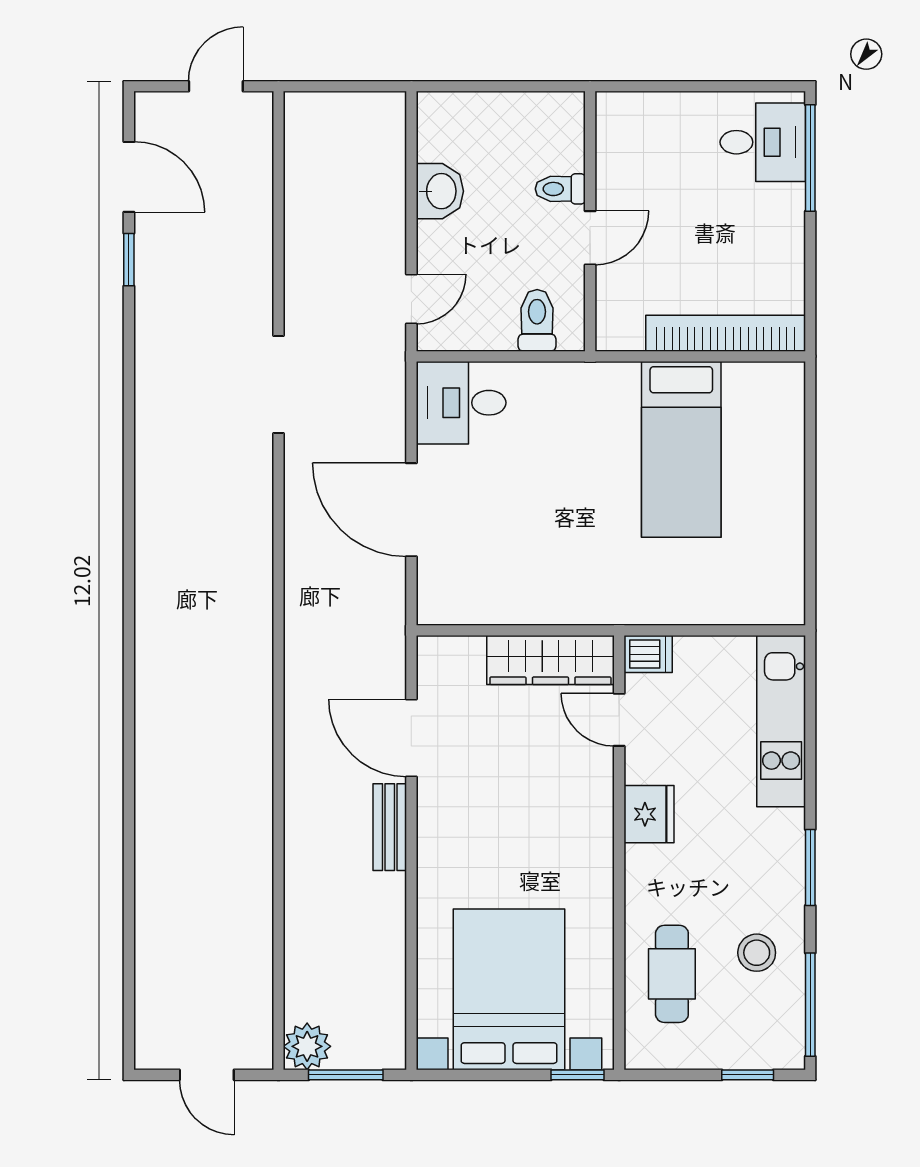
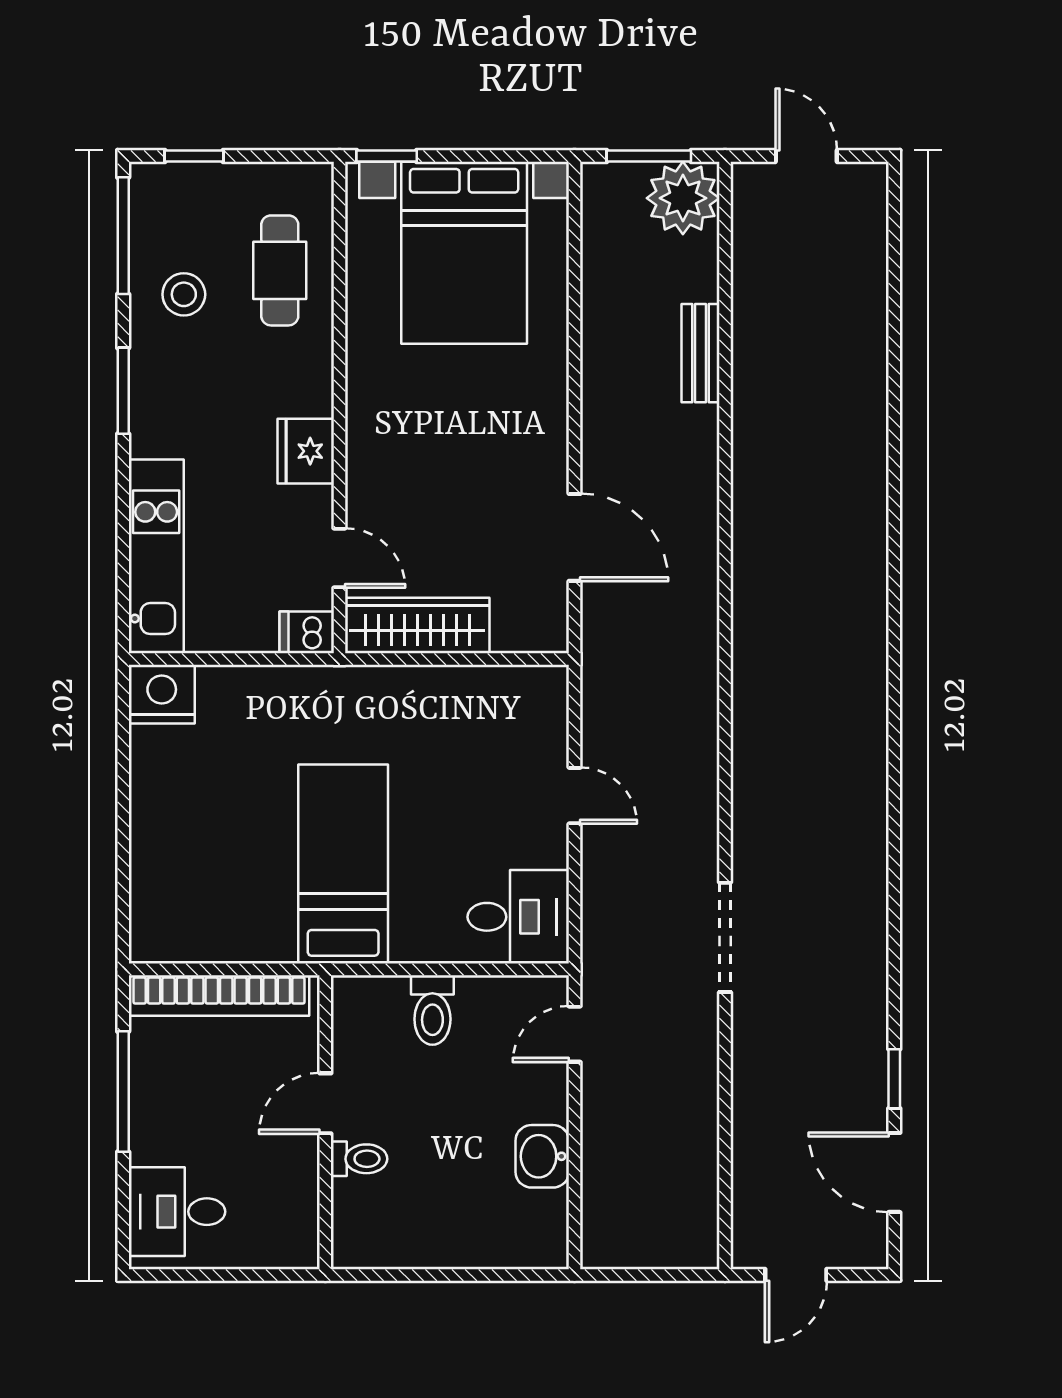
window: (810, 158) -> (123, 1092), moved
toilet: (560, 189) -> (359, 1159), moved
wall: (590, 221) -> (325, 1122), moved
door: (590, 238) -> (325, 1103), moved
bed: (681, 449) -> (343, 864), moved
door: (411, 510) -> (575, 796), width x0.53
nightstand: (776, 599) -> (162, 694), added
bench: (390, 827) -> (701, 353), moved
plant: (307, 1046) -> (683, 198), width x1.36, depth x1.36

